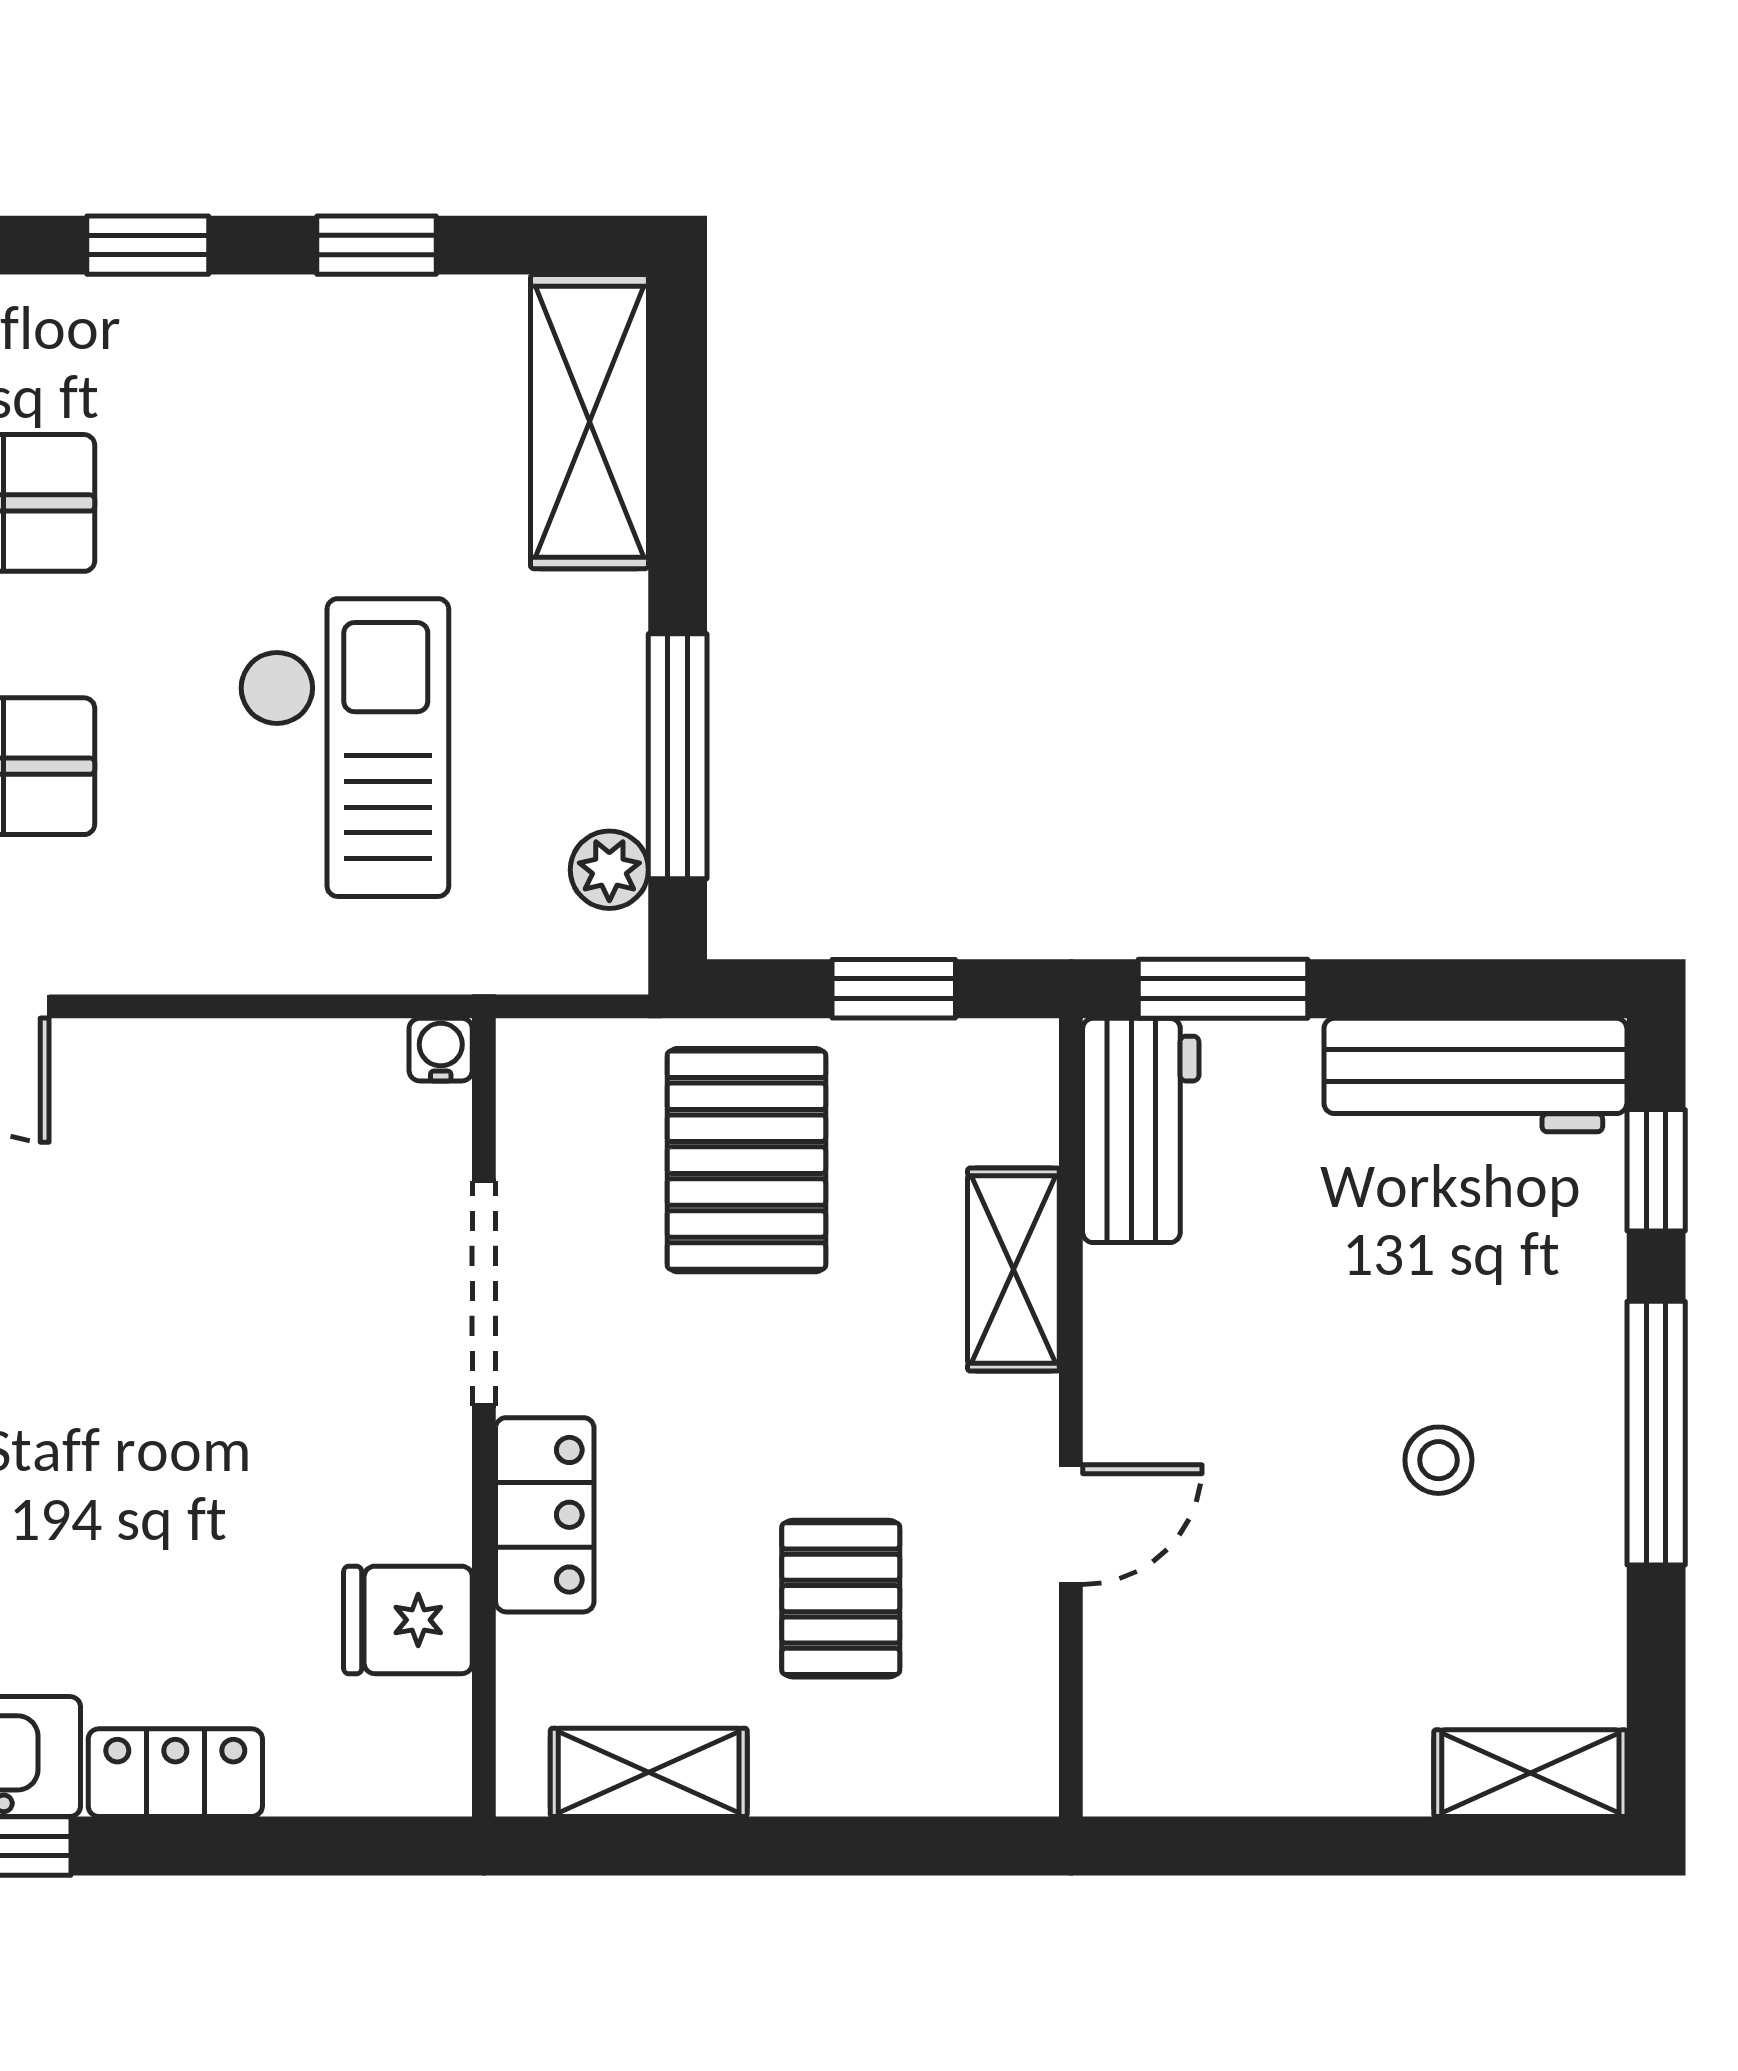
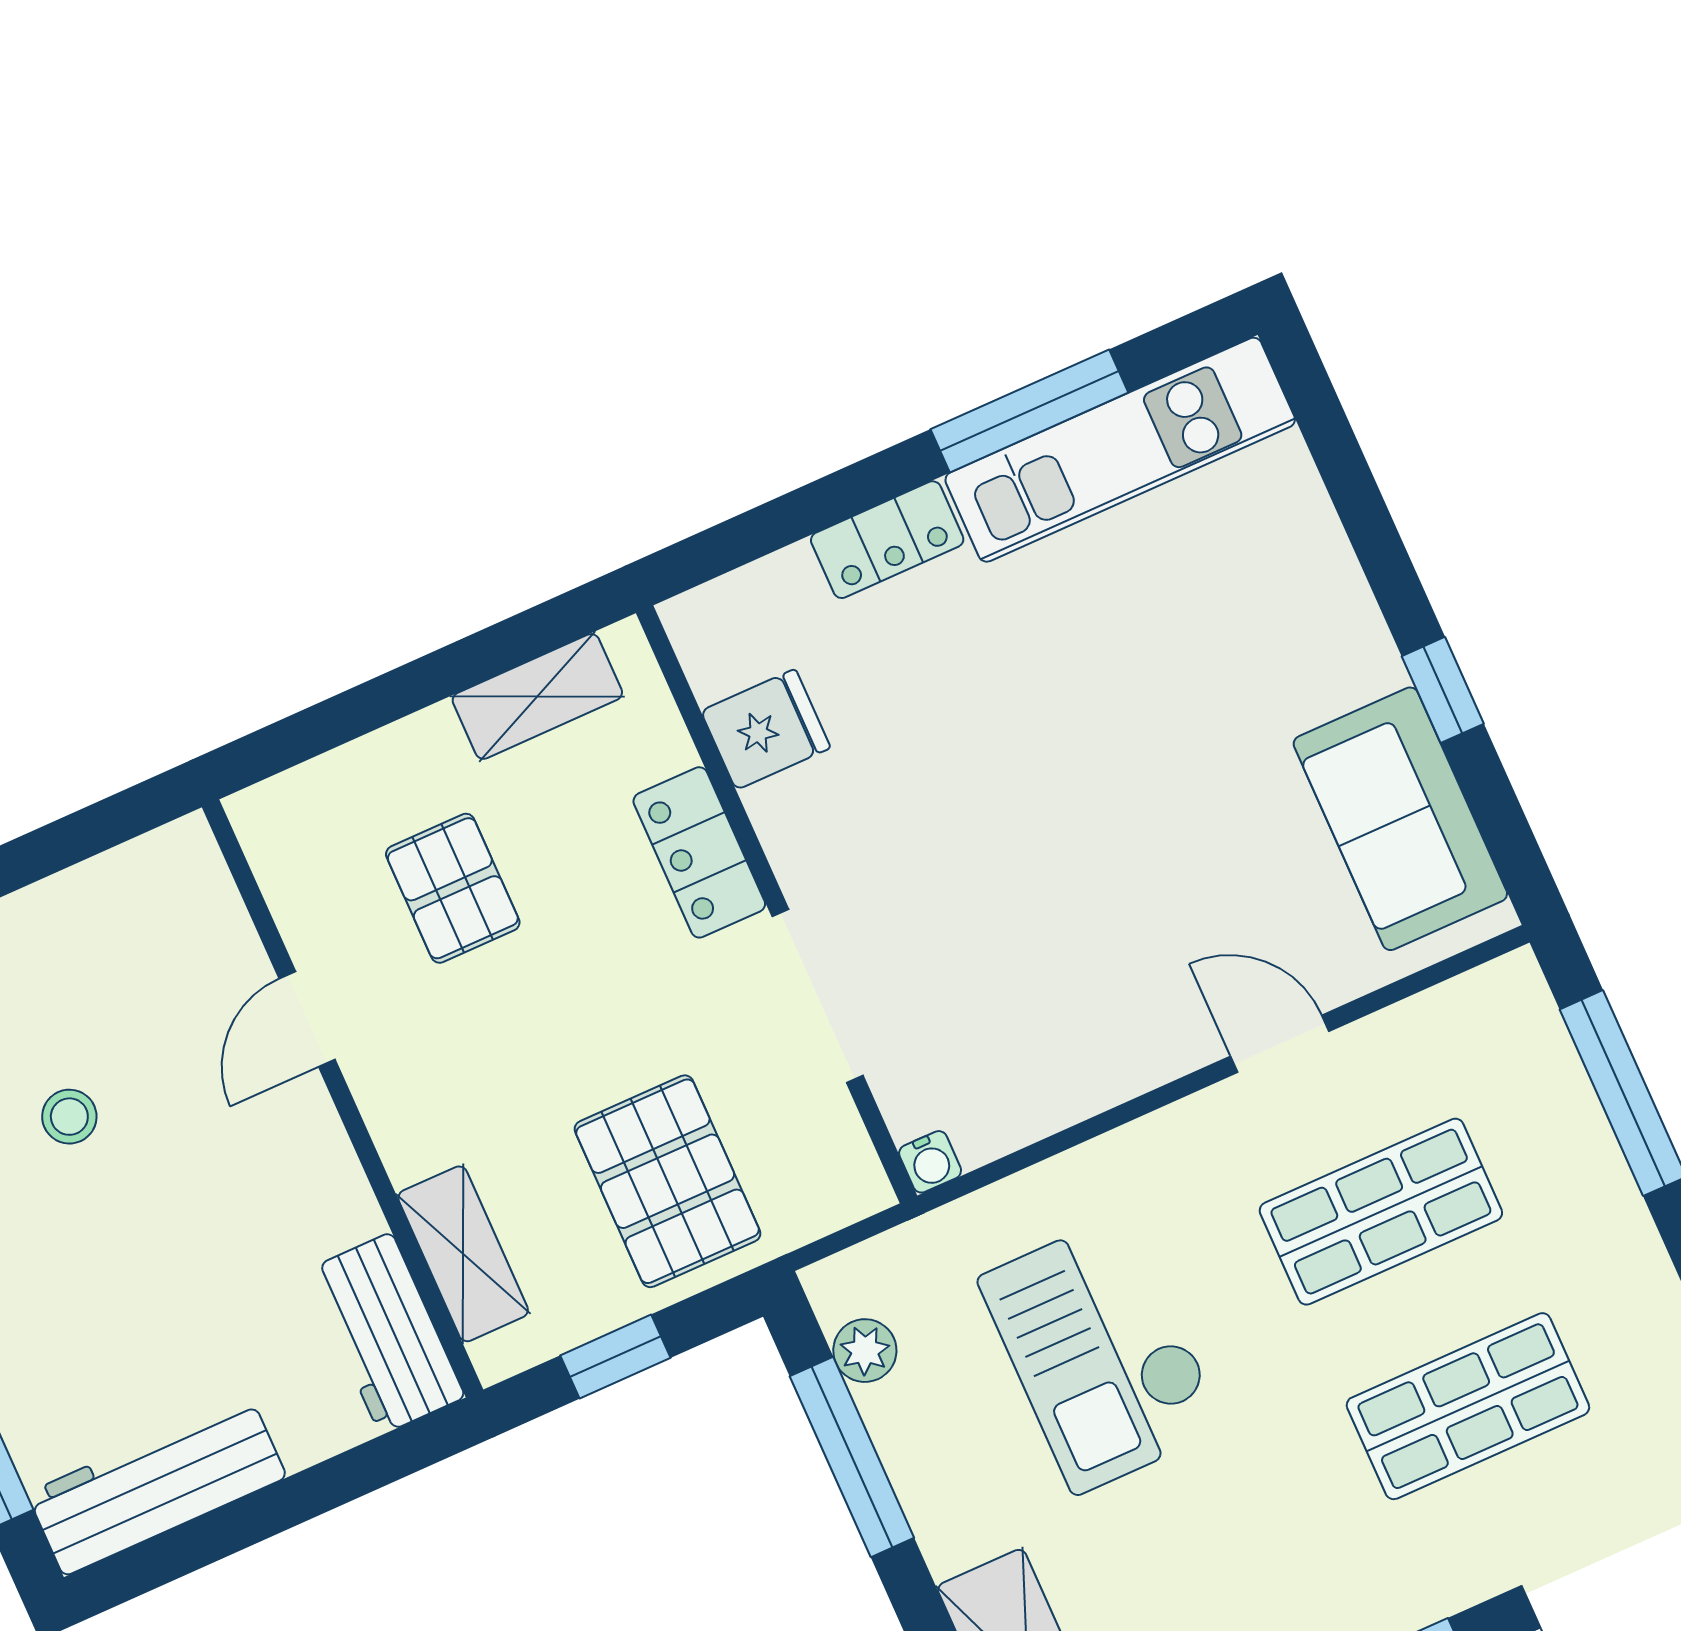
window: (1223, 989) -> (372, 1465), removed
shelving: (1013, 1270) -> (463, 1254), moved
stool: (1438, 1460) -> (69, 1117), moved

